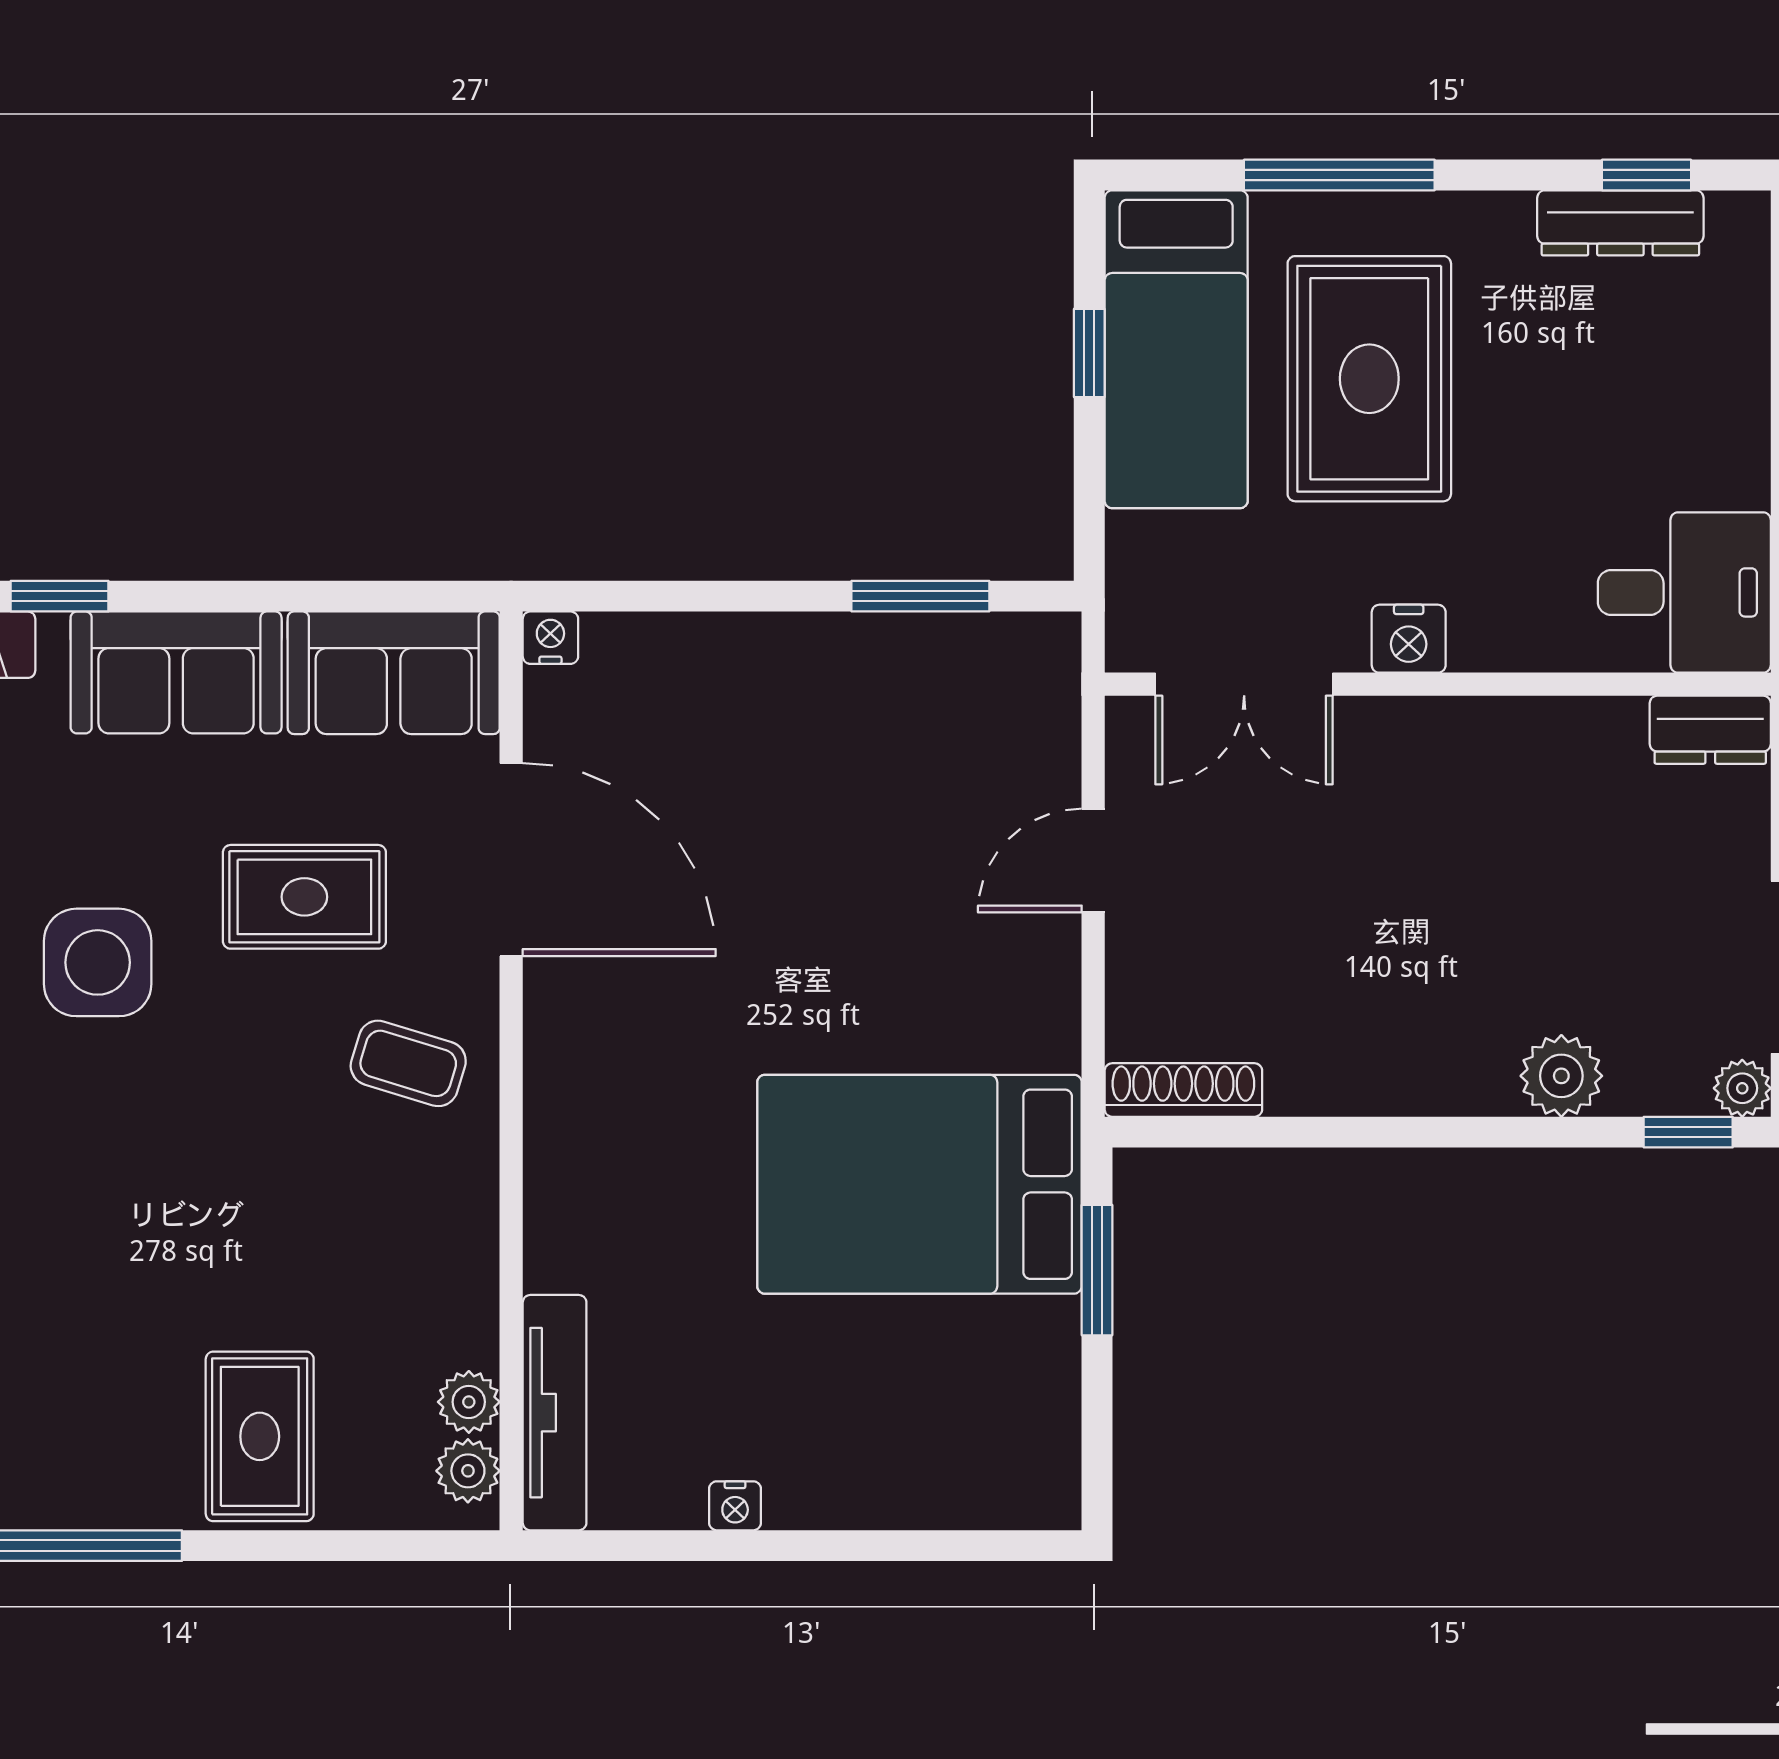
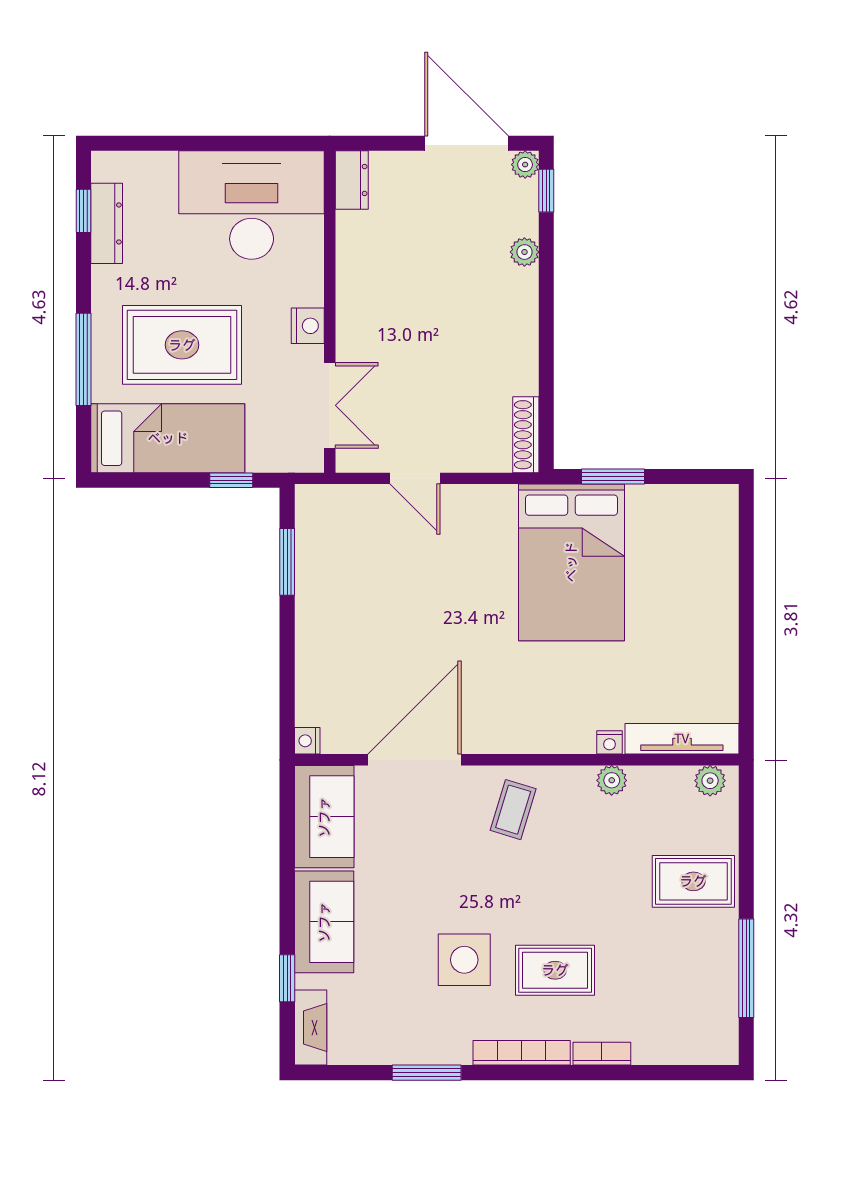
window: (1089, 353) -> (231, 480), moved
desk: (1684, 592) -> (252, 205), width x1.87, depth x1.30
rug: (304, 897) -> (555, 970), moved, turned 90
plant: (1561, 1076) -> (524, 252), width x0.73, depth x0.73
plant: (469, 1402) -> (612, 780), moved
nightstand: (735, 1506) -> (610, 742), moved, turned 90

